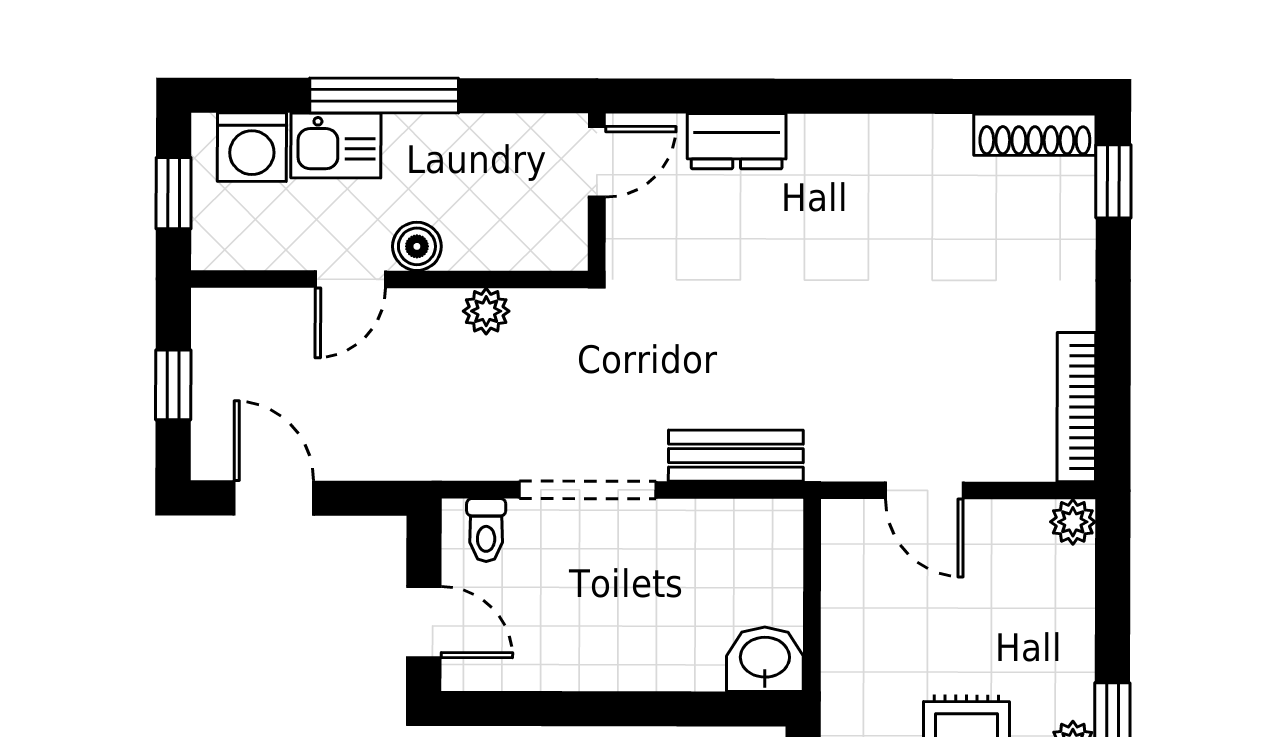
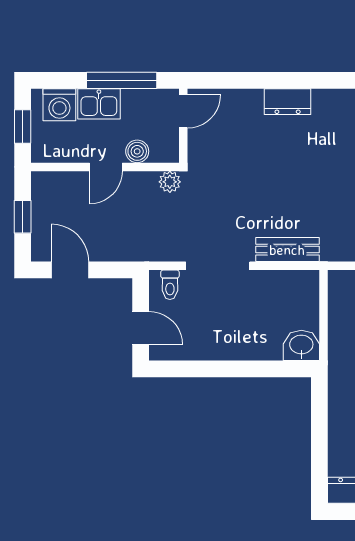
door: (597, 162) -> (183, 111), moved
wall: (597, 192) -> (183, 126), moved

